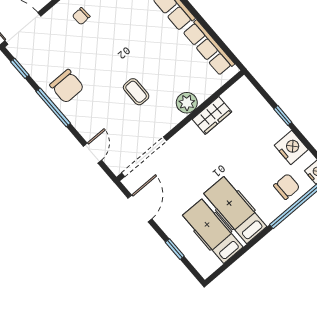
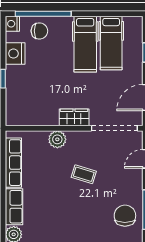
coffee table: (136, 92) -> (84, 174), turned -73
wardrobe: (212, 116) -> (74, 117), moved
chair: (287, 187) -> (39, 31), turned 180

